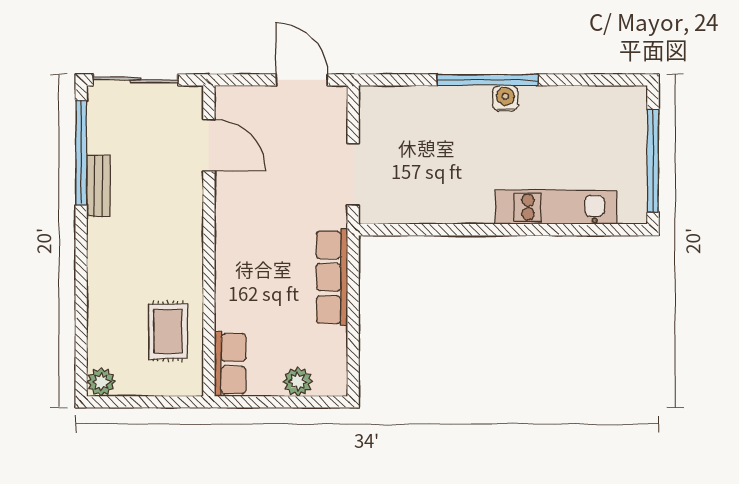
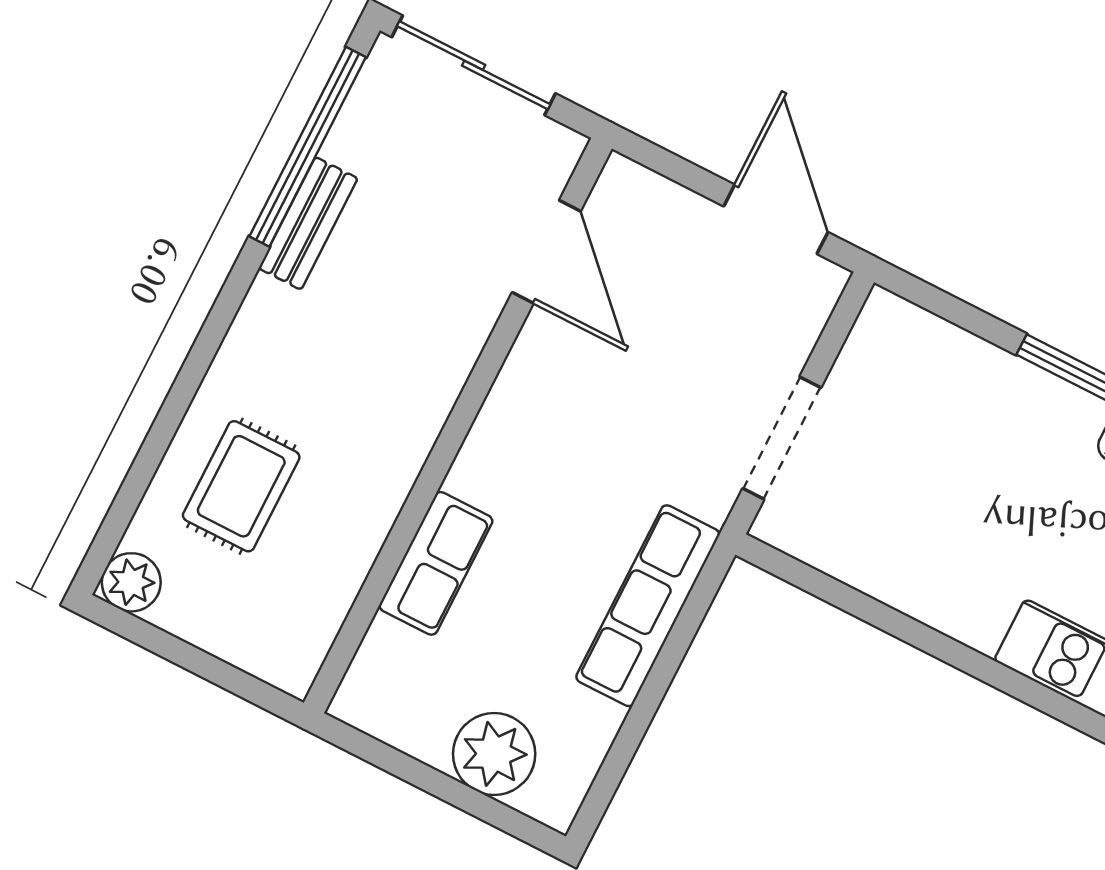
rug: (168, 331) -> (241, 486), moved
row of seats: (230, 364) -> (436, 563), moved
plant: (298, 382) -> (494, 754), width x1.36, depth x1.36

